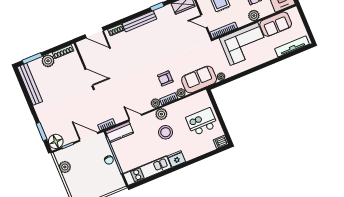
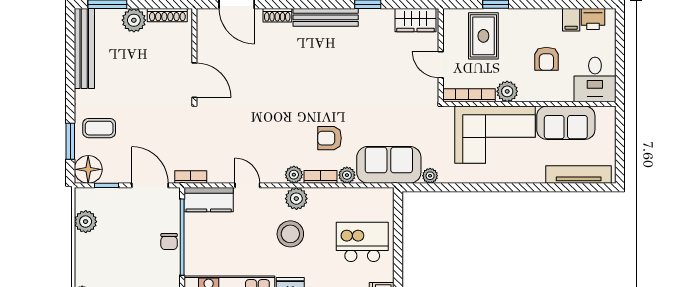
plant: (254, 16) -> (507, 91), moved
coffee table: (53, 119) -> (99, 128), added

